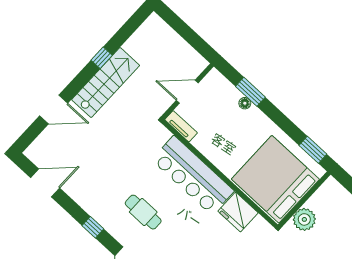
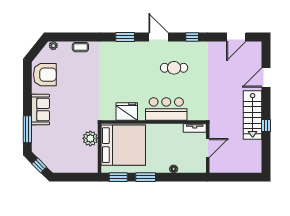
window: (250, 92) -> (146, 177), moved
bar counter: (193, 175) -> (166, 109), width x0.73

